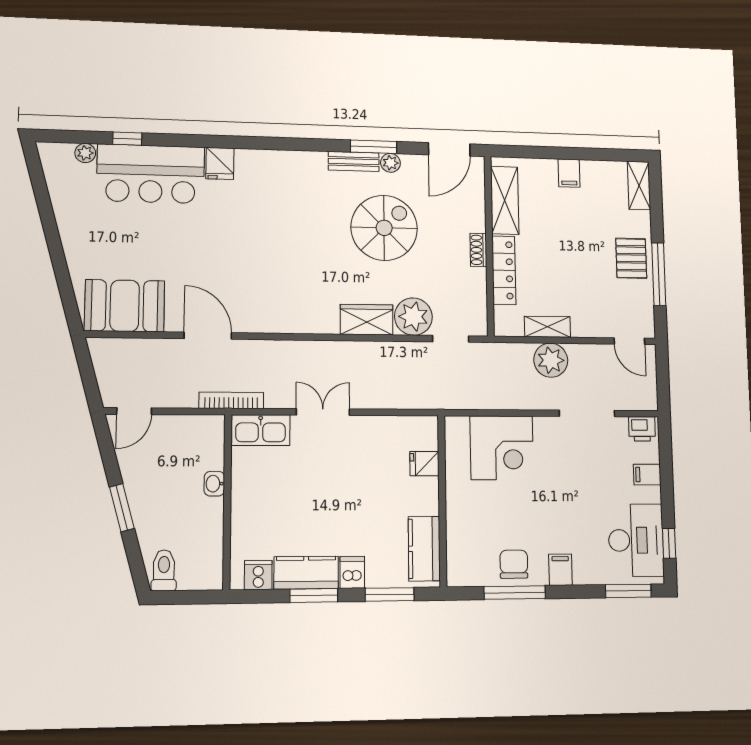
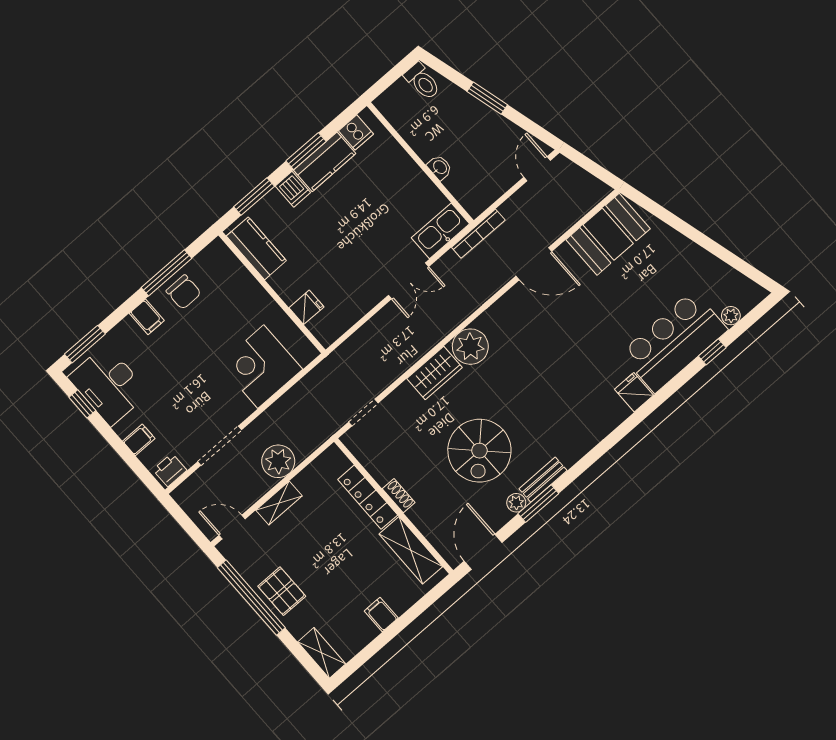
window: (659, 274) -> (251, 598), width x1.46
plant: (413, 317) -> (470, 347), moved
shelving: (547, 327) -> (279, 503), moved

